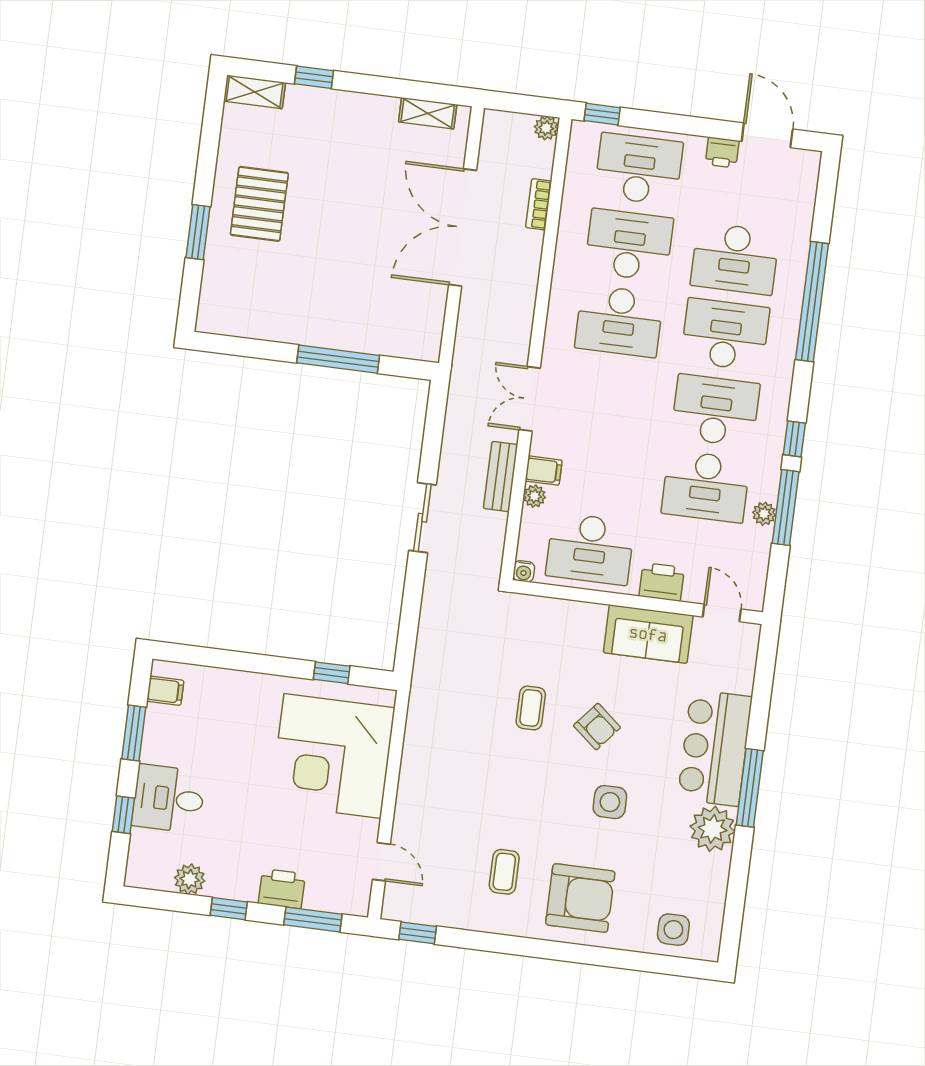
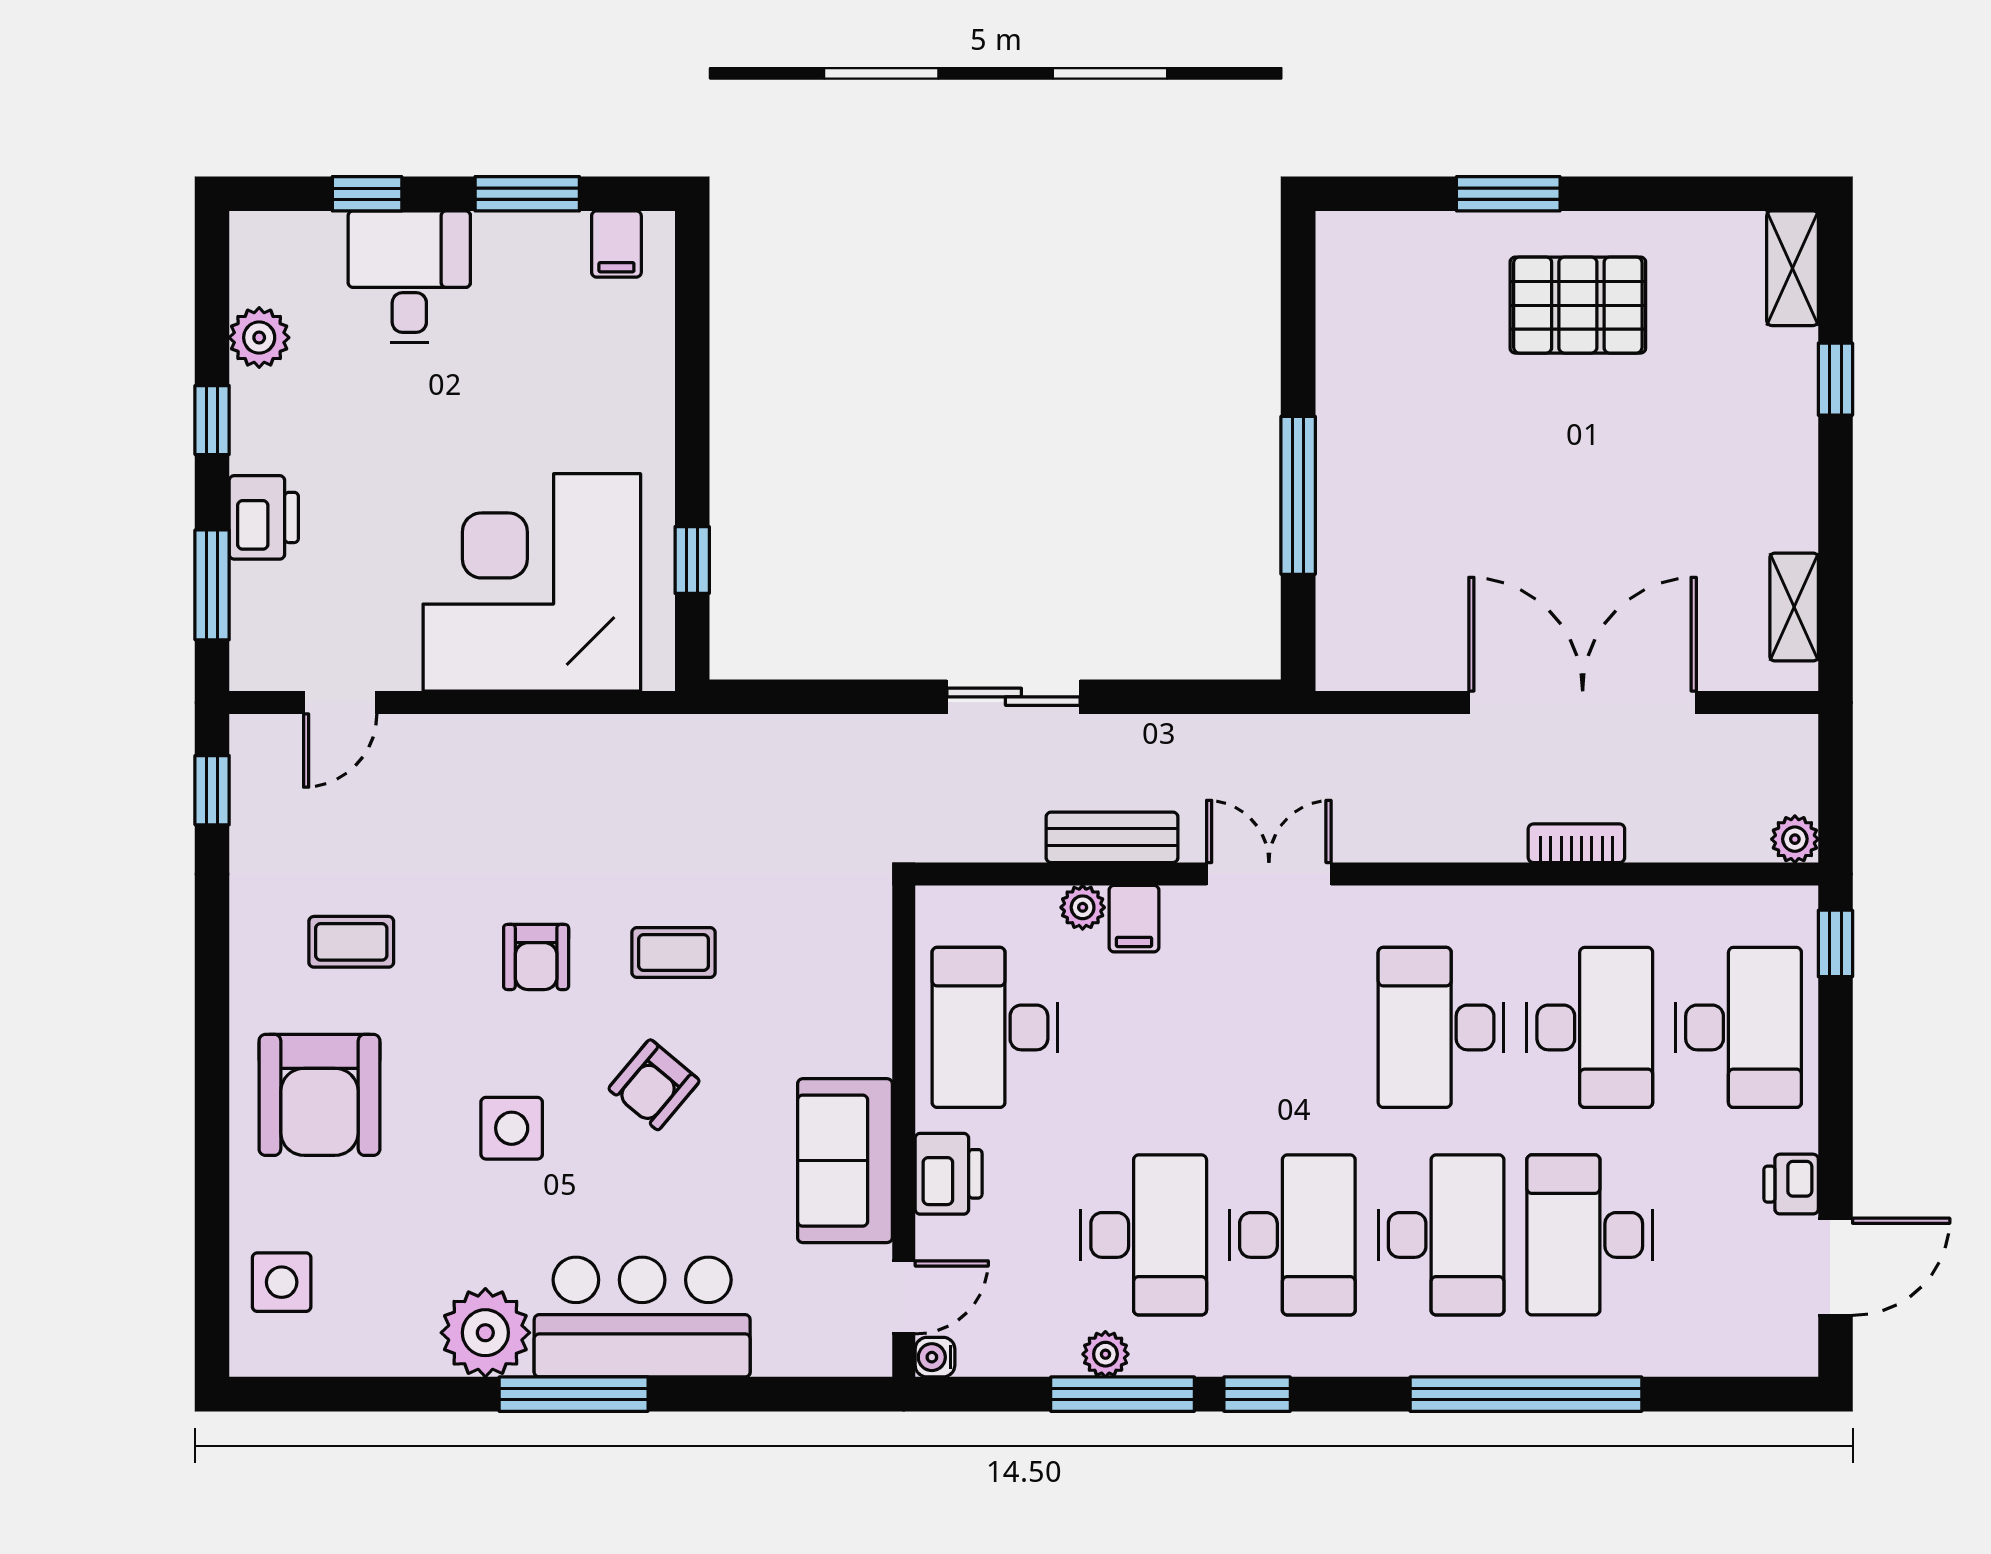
bookcase: (539, 204) -> (1576, 843), moved
desk: (706, 486) -> (1144, 1235), turned 180
water cooler: (524, 571) -> (935, 1357), moved
armchair: (524, 778) -> (536, 957), added

